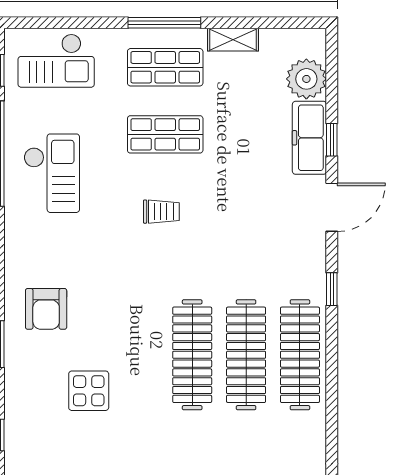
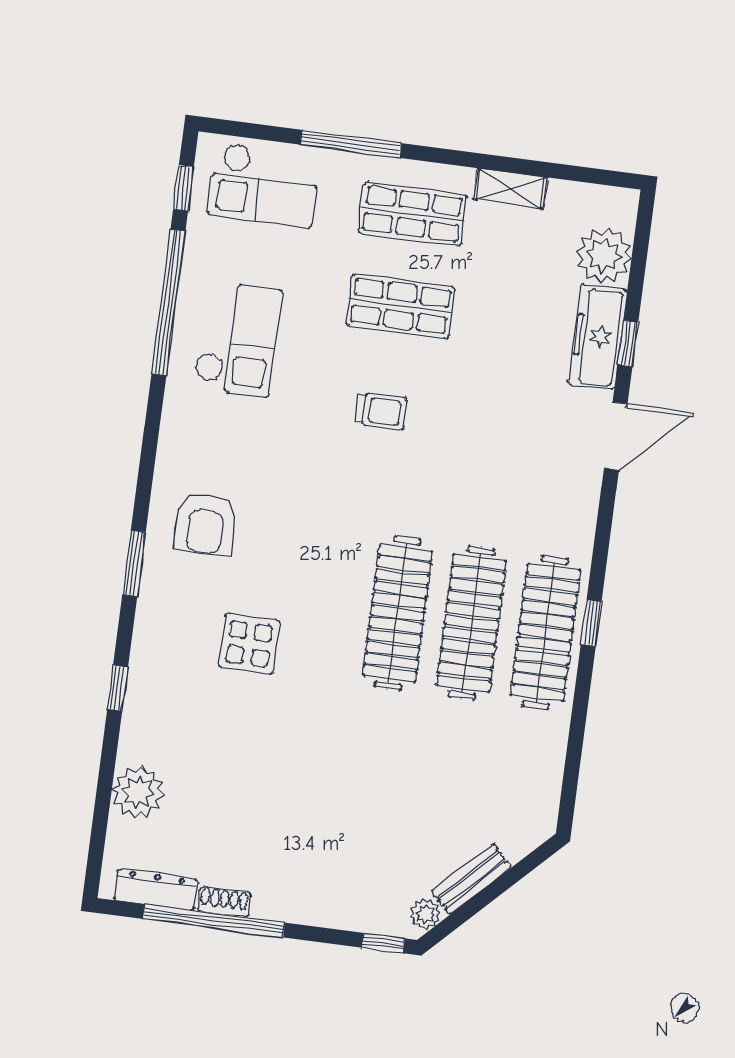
window: (164, 23) -> (351, 144), moved
window: (332, 289) -> (591, 623), moved

